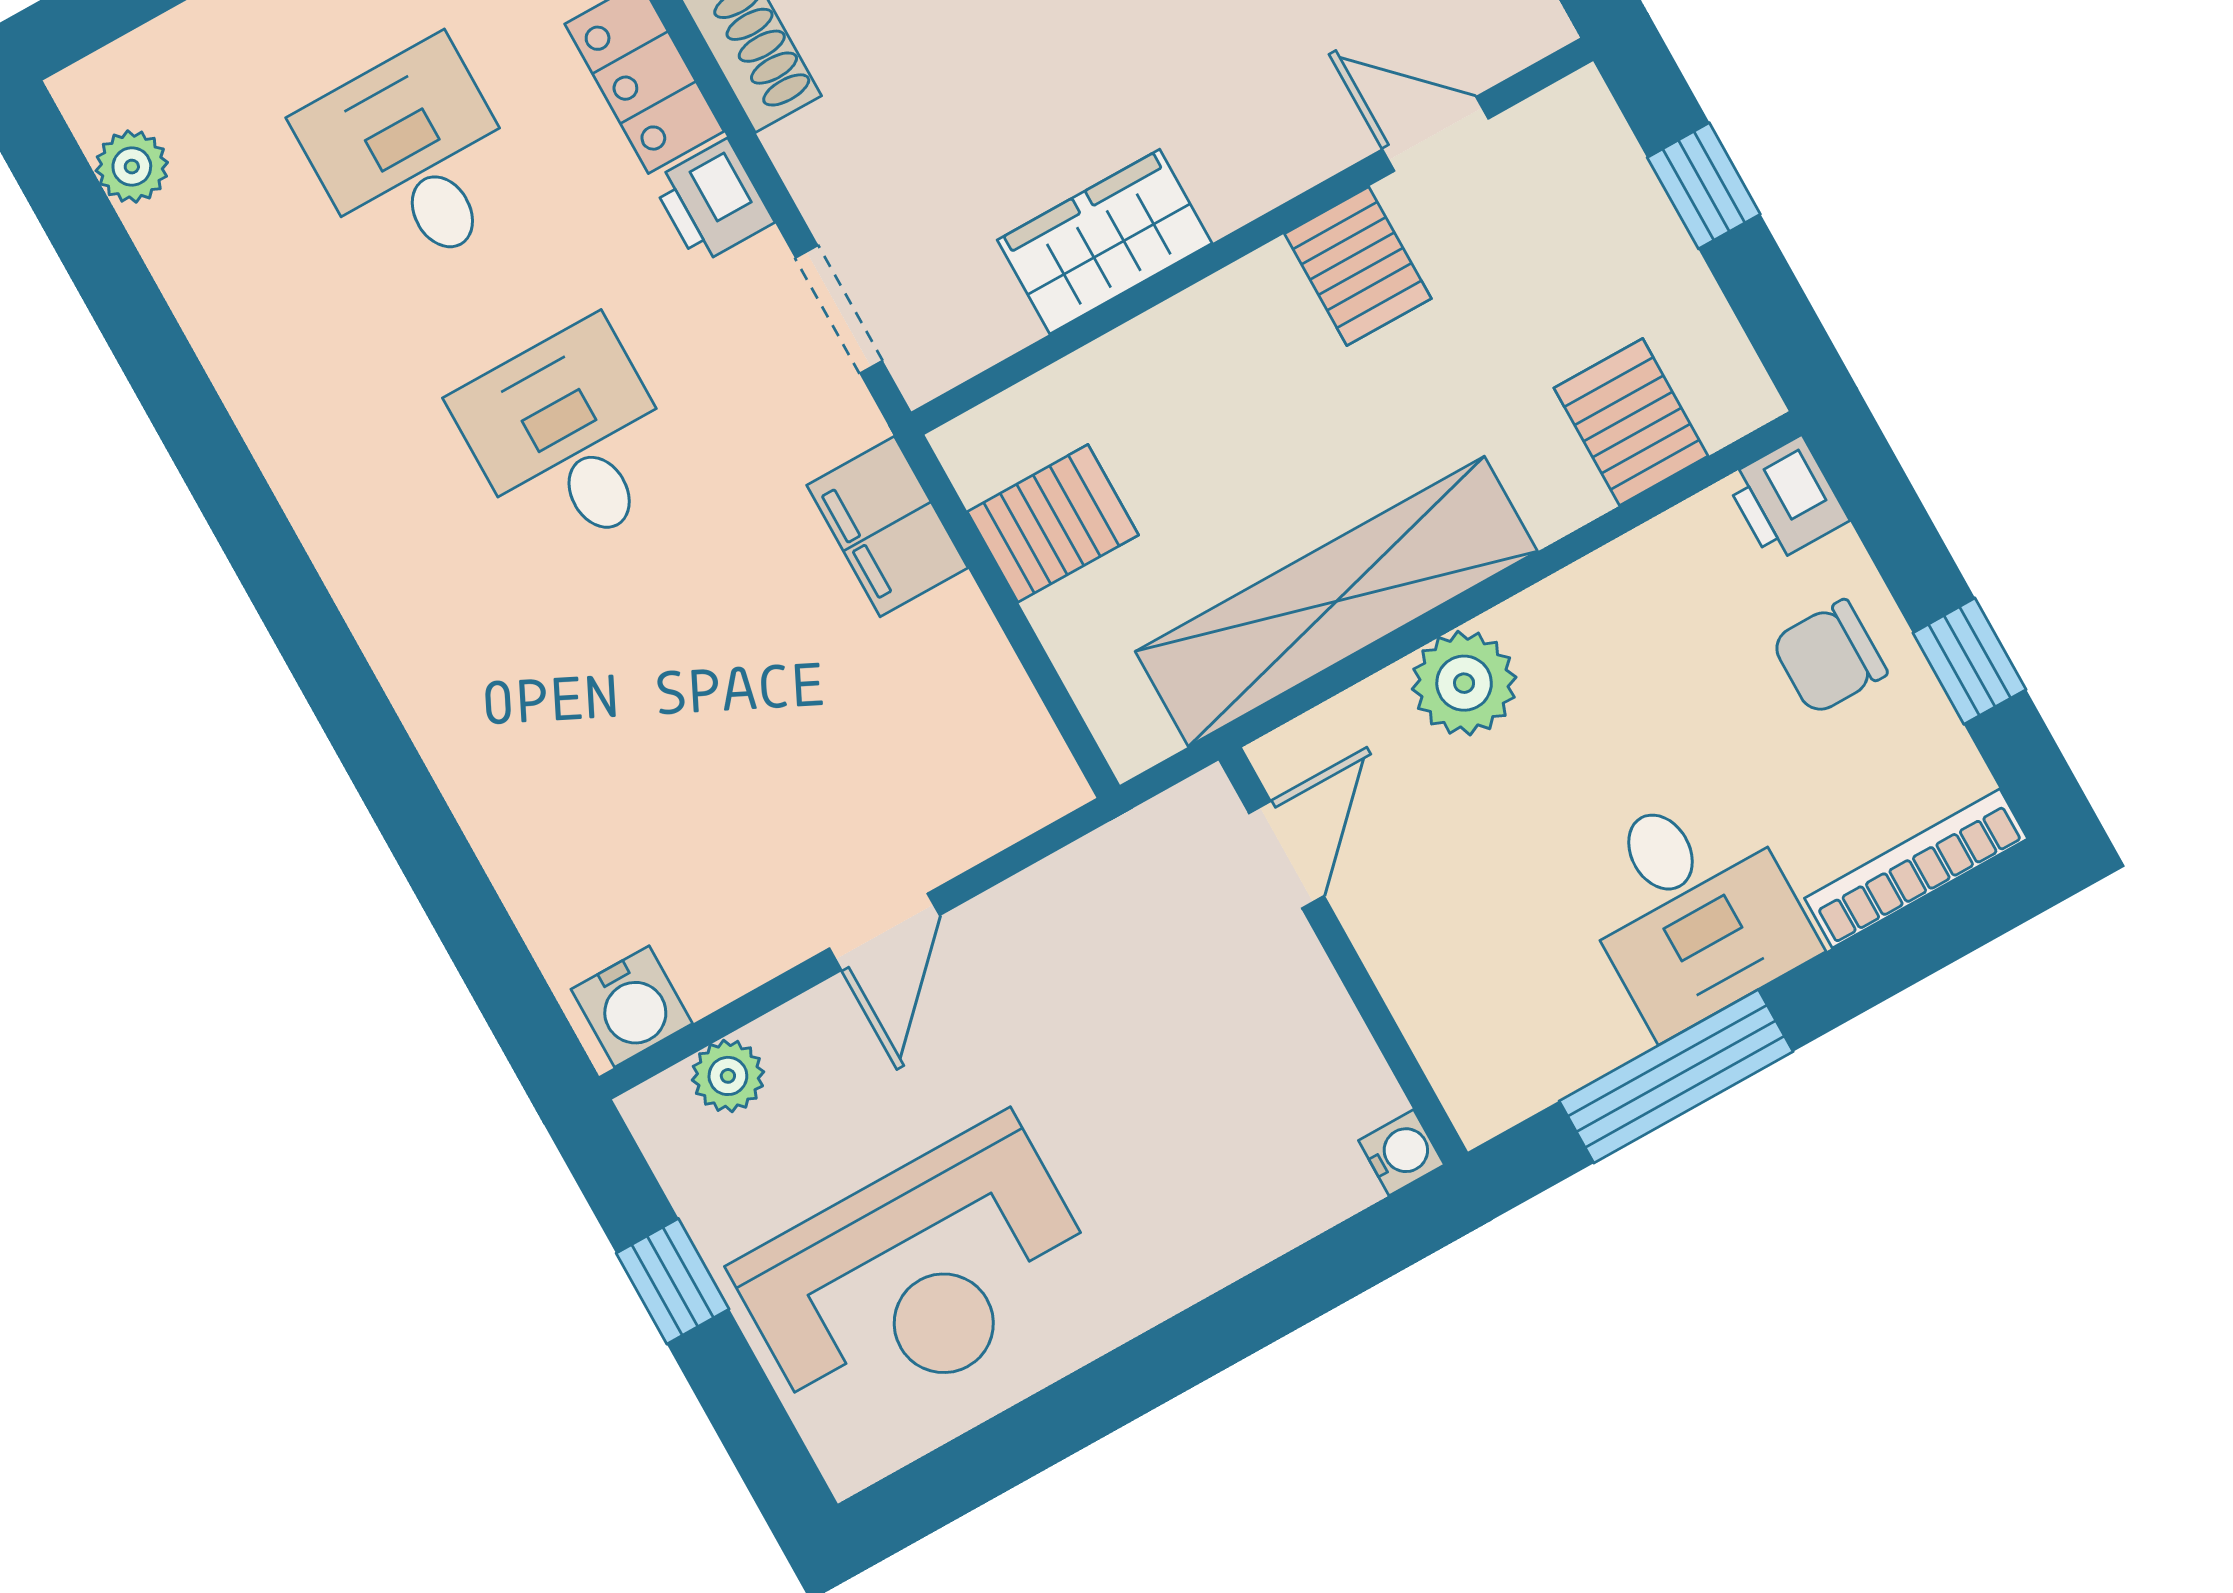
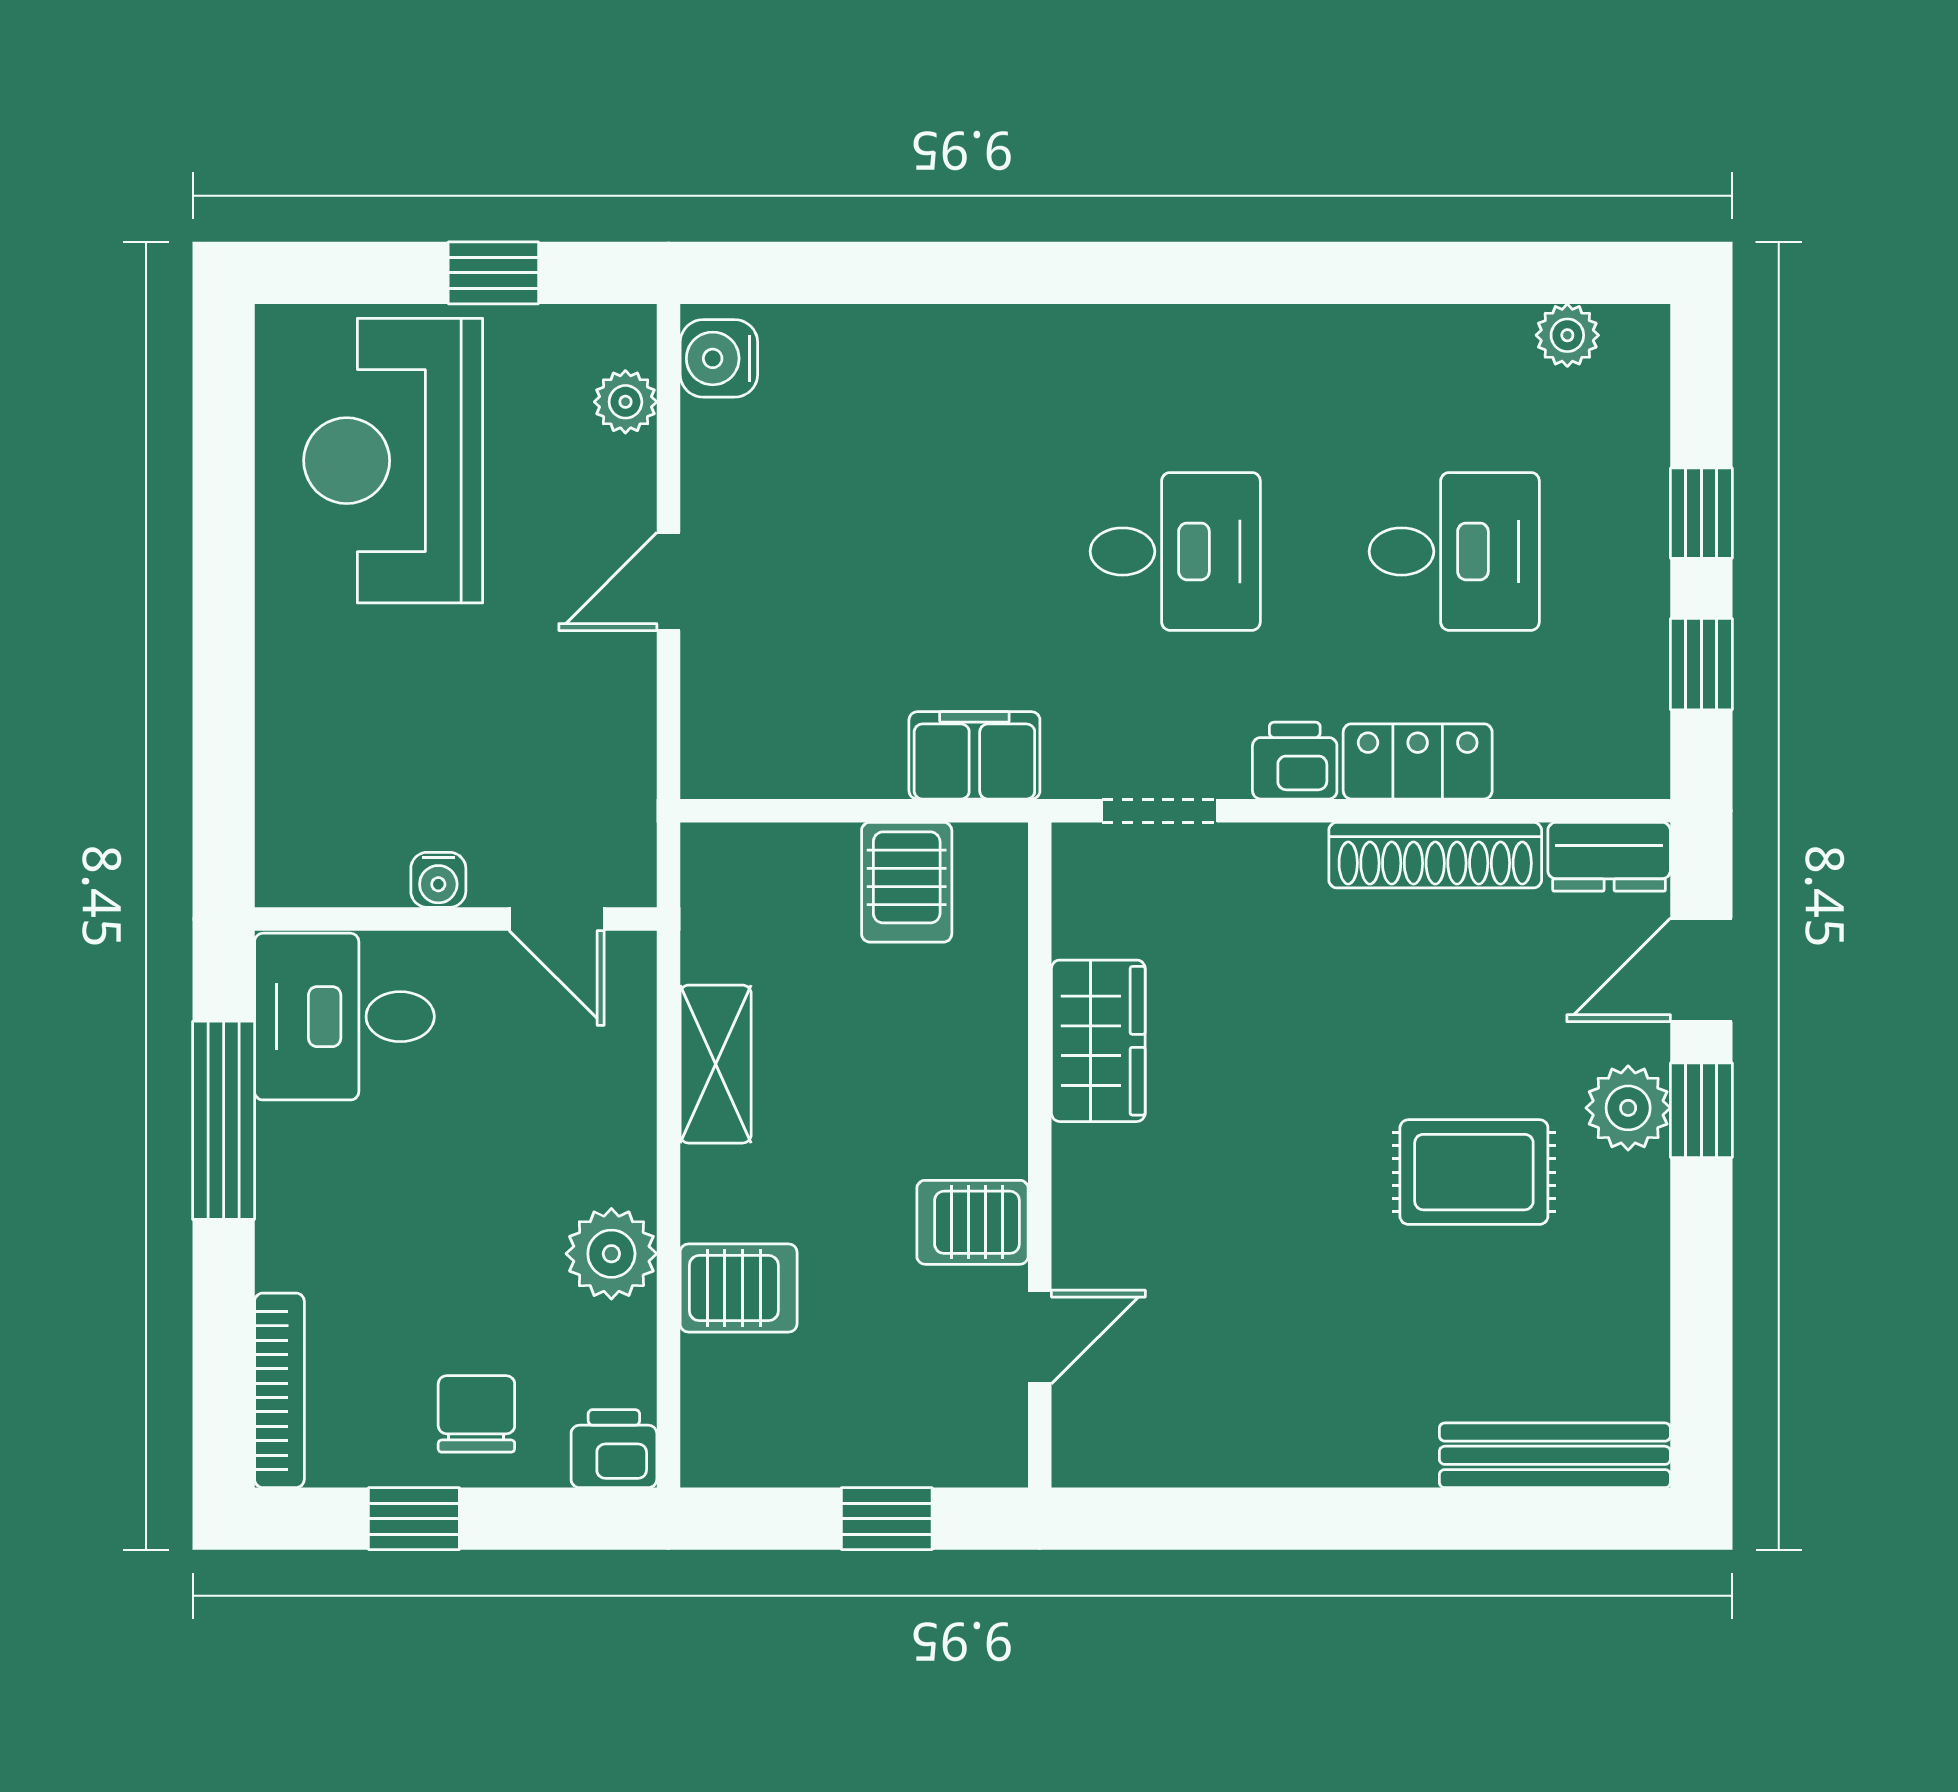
server rack: (1631, 422) -> (739, 1288), moved
shelving: (1336, 601) -> (716, 1064), width x0.45, depth x0.75
plant: (1464, 683) -> (611, 1254), moved
desk: (1692, 908) -> (344, 1017), moved
door: (884, 932) -> (668, 582), hinge flipped
water cooler: (1401, 1153) -> (438, 880), moved

